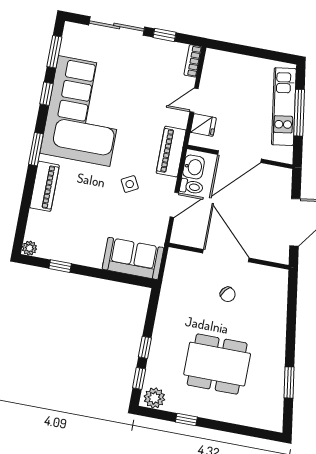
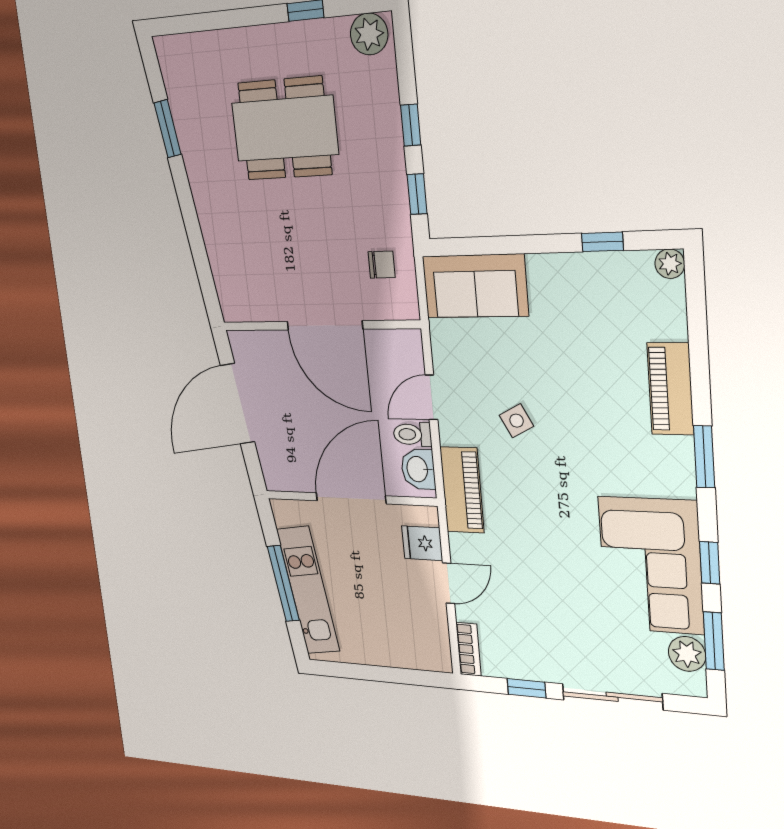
plant: (70, 46) -> (687, 654), added
corner sofa: (84, 111) -> (651, 565), width x0.73, depth x0.74
chair: (228, 294) -> (382, 265), moved, turned 142
window: (139, 378) -> (417, 194), moved

